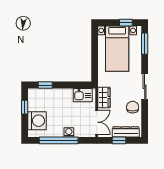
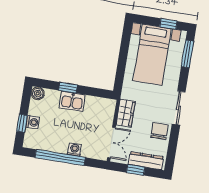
window: (45, 85) -> (68, 88), moved
boiler: (33, 93) -> (38, 93), added
kitchen sink: (83, 95) -> (72, 101), moved
window: (25, 107) -> (22, 123), moved
washing machine: (37, 121) -> (33, 122), width x0.53, depth x0.53

